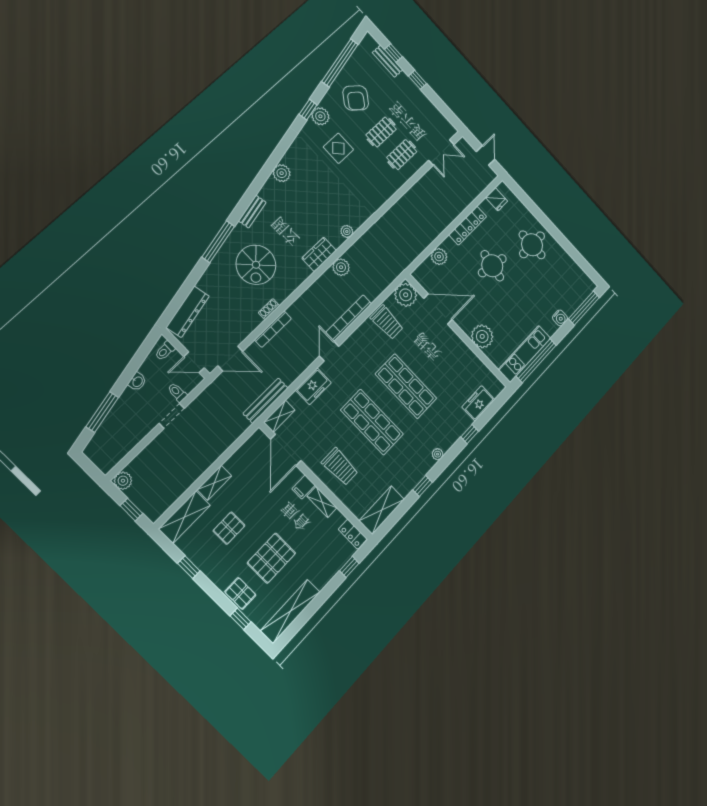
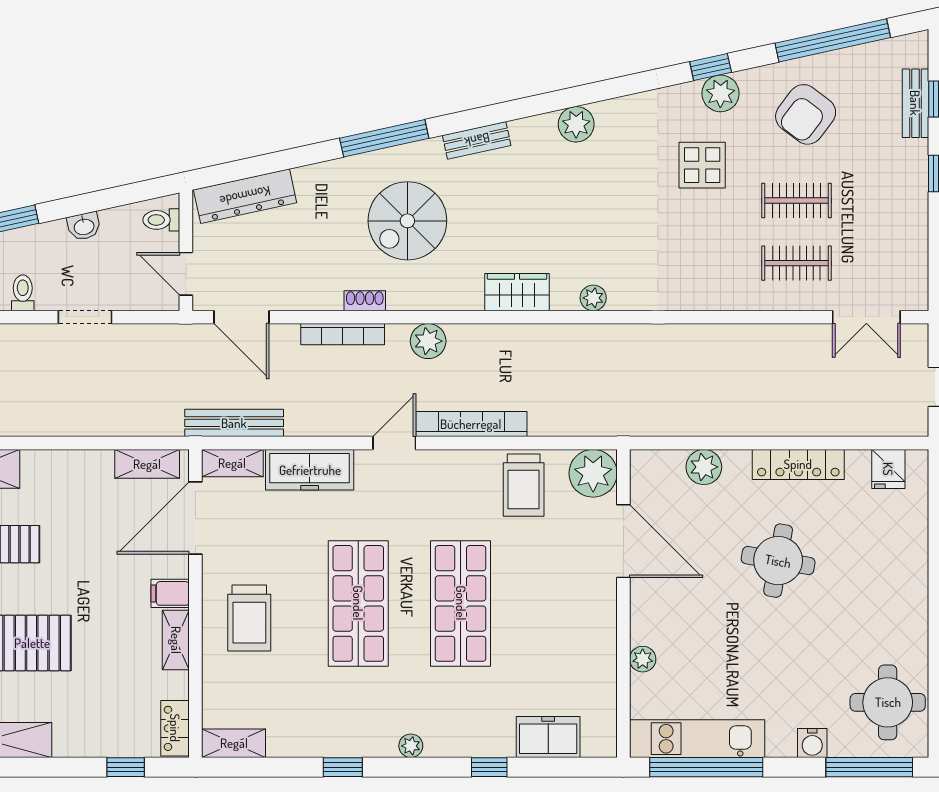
round table: (532, 245) -> (888, 702), moved
plant: (341, 267) -> (428, 341), moved
plant: (482, 336) -> (643, 659), width x0.53, depth x0.53
freezer: (313, 386) -> (310, 470), width x1.40
toilet: (177, 392) -> (23, 293), moved
shelving: (214, 483) -> (147, 464), moved
shelving: (382, 510) -> (234, 743), width x0.67, depth x0.75

